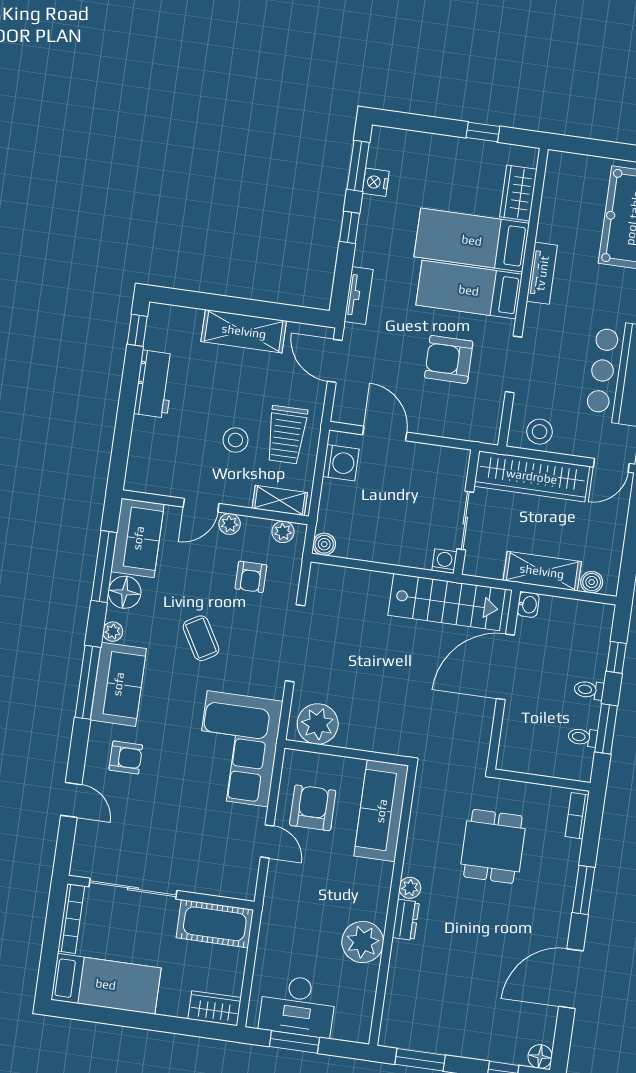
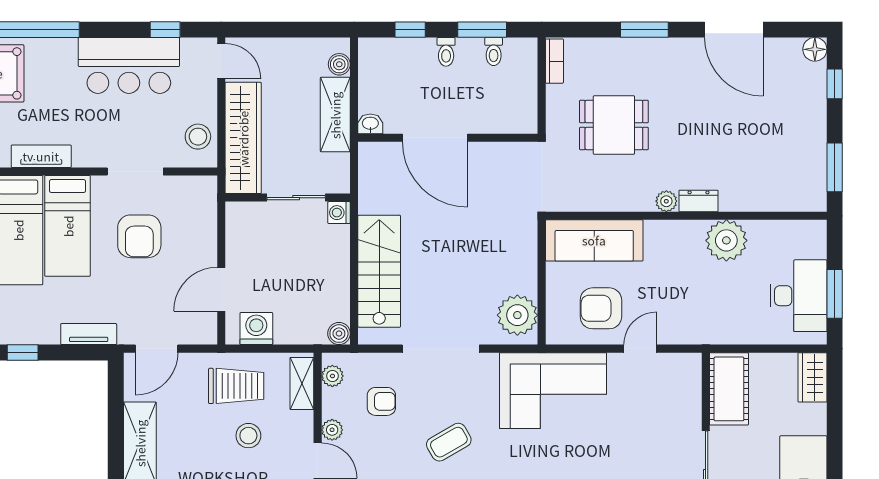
stairs: (447, 602) -> (379, 271), moved
bookcase: (577, 816) -> (554, 61), moved, turned -90

